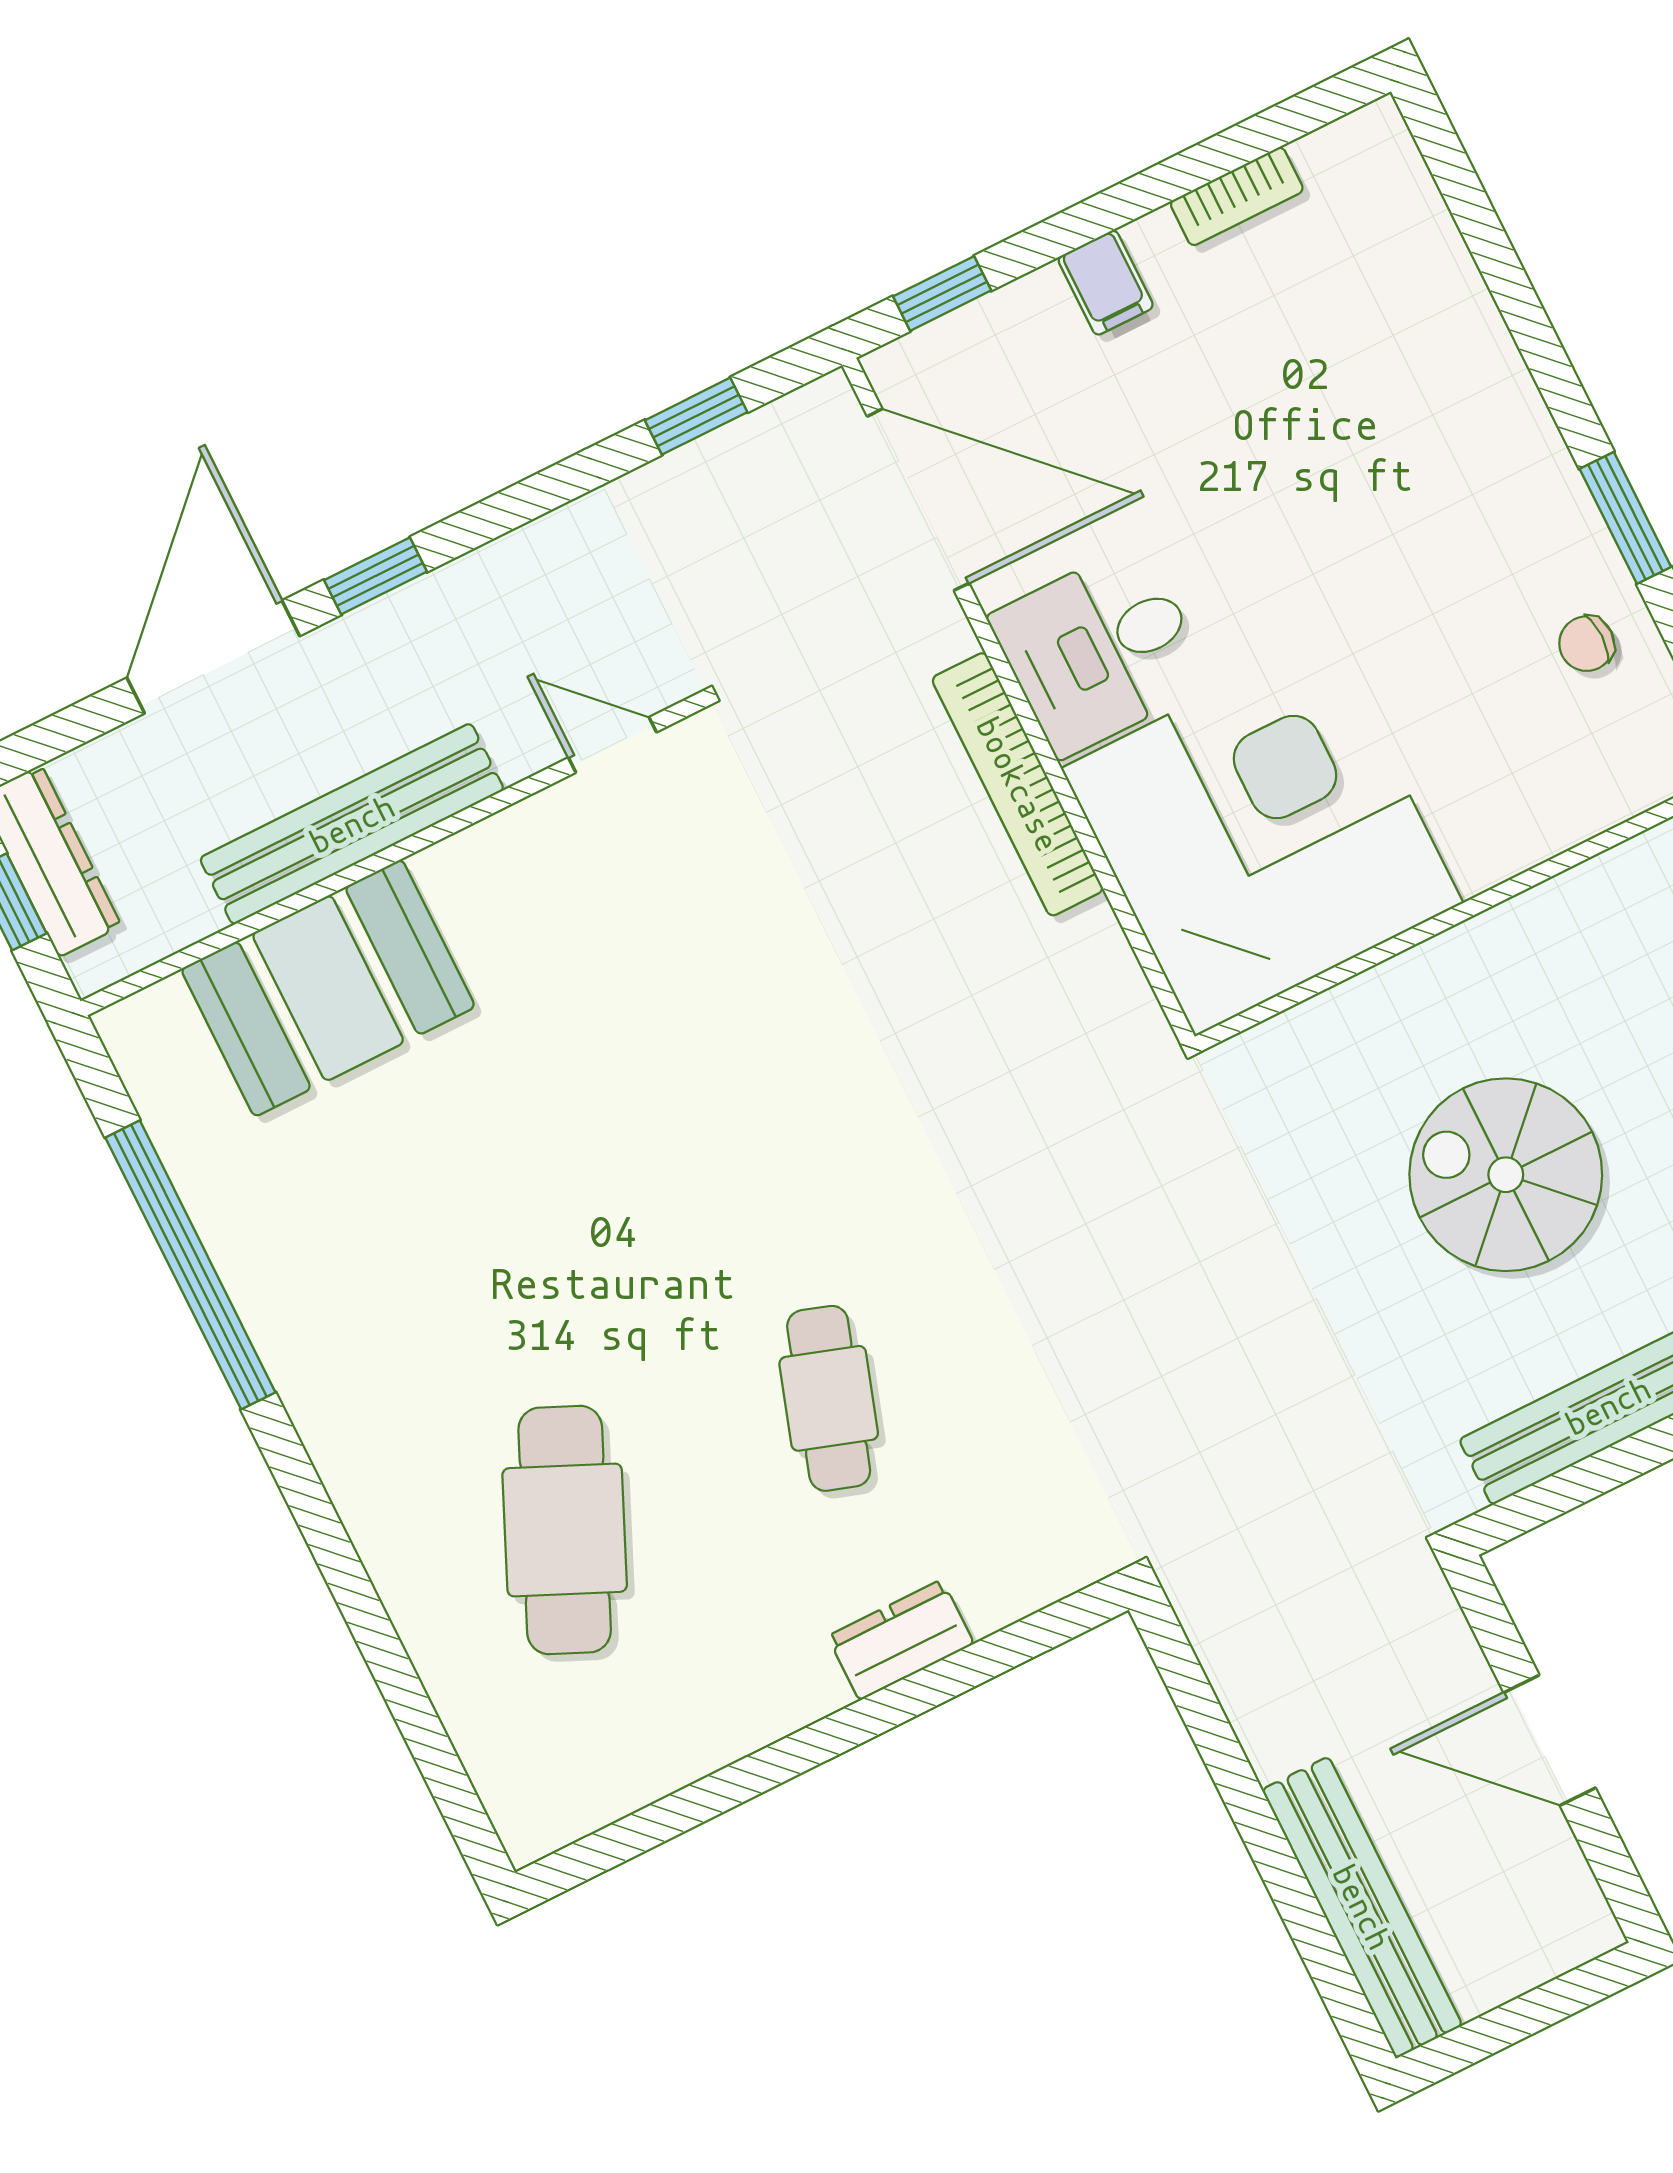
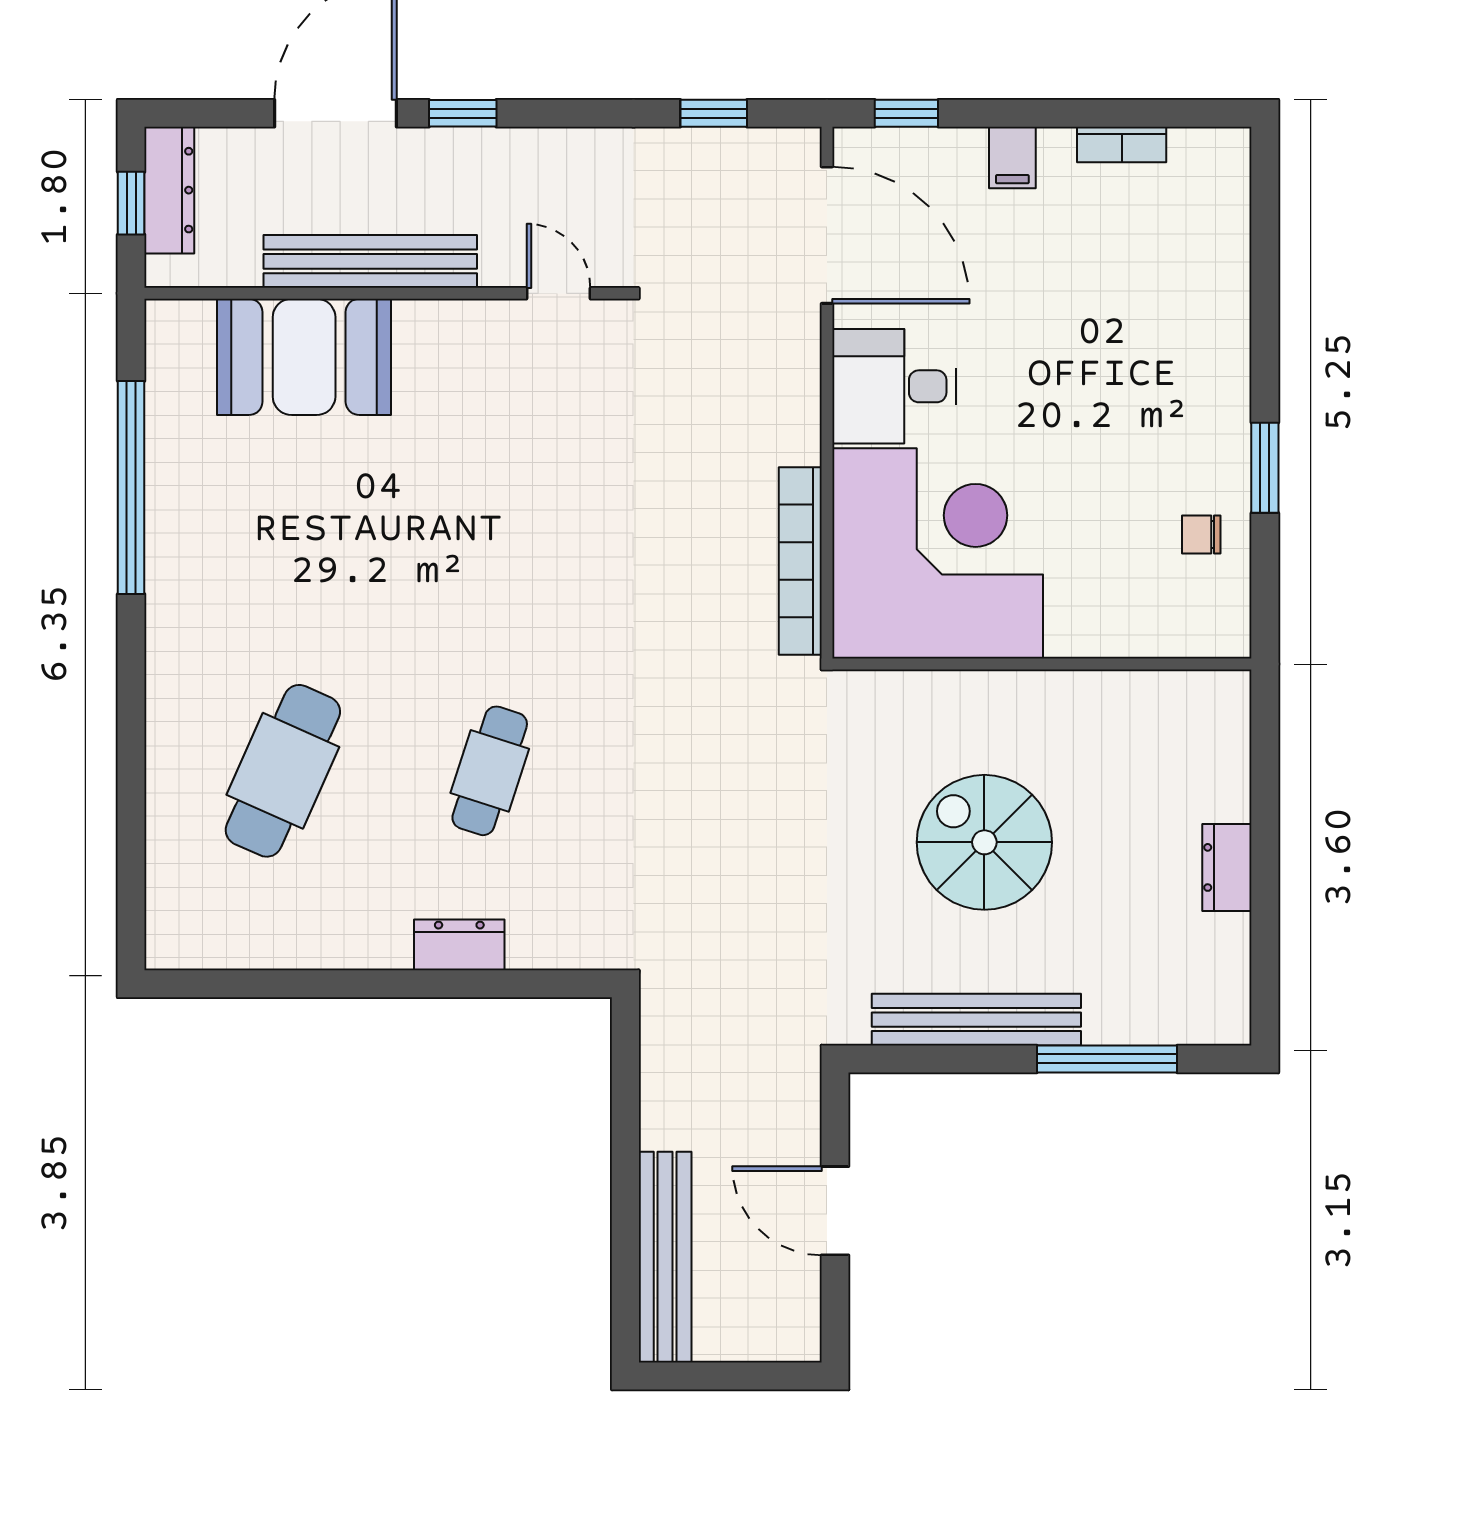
bookcase: (1018, 784) -> (800, 561), moved

